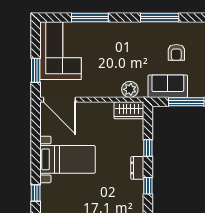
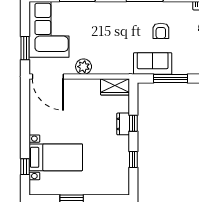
plant: (130, 89) -> (84, 67), moved
bed with nightstands: (67, 159) -> (56, 157), moved
dresser: (137, 168) -> (123, 124), moved

